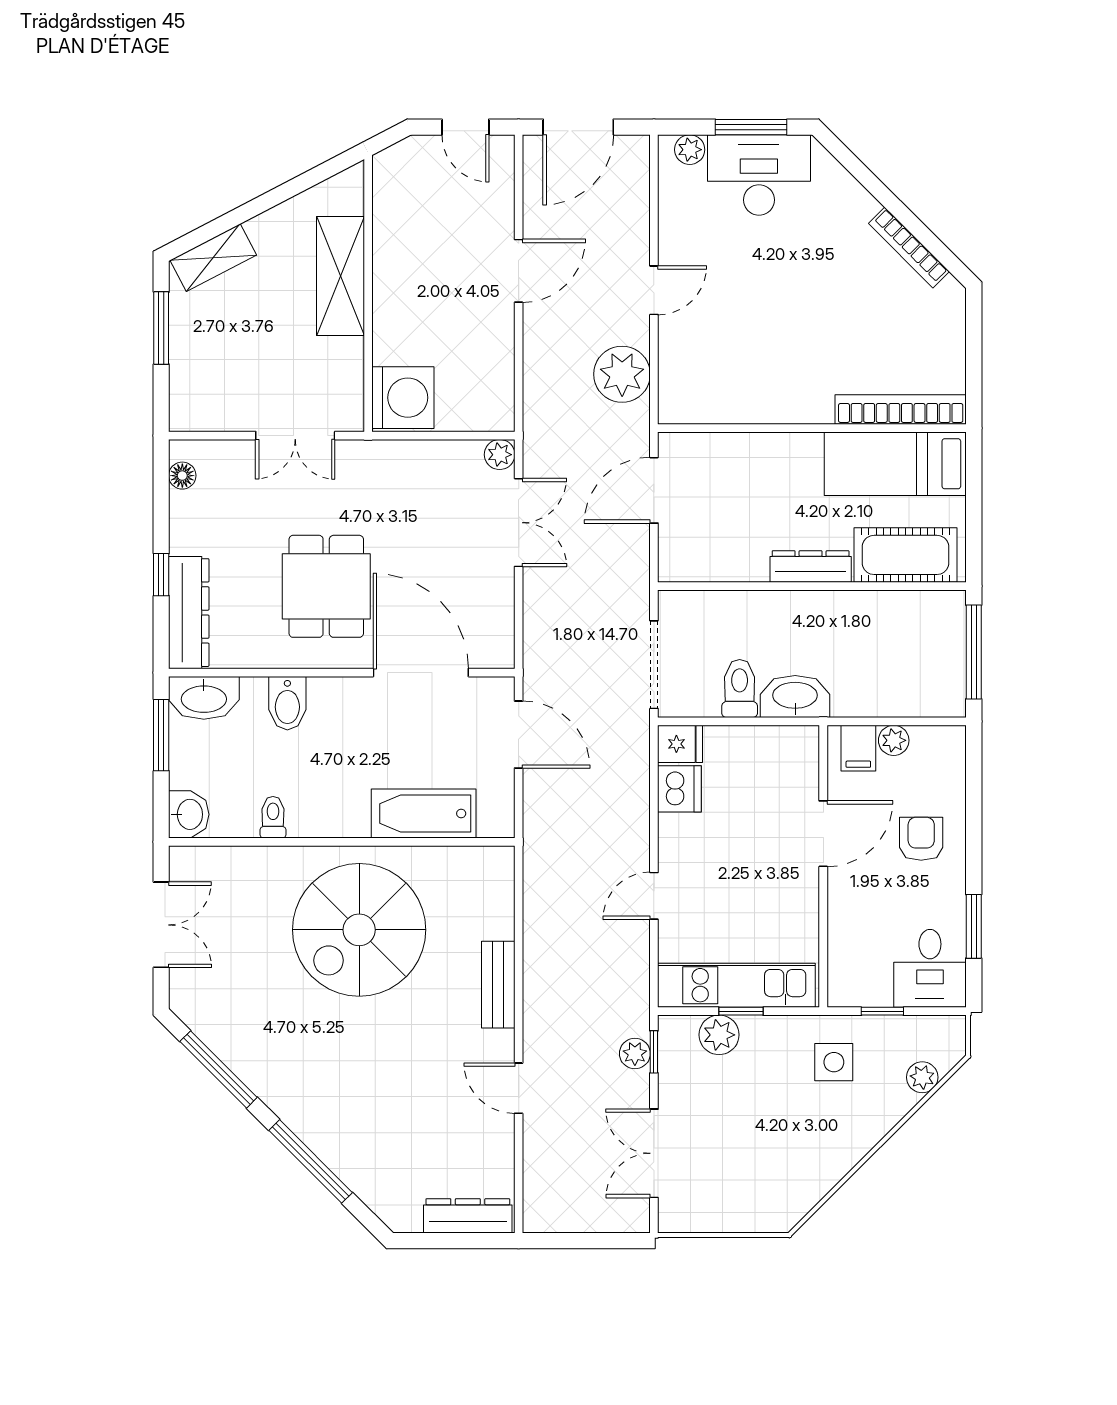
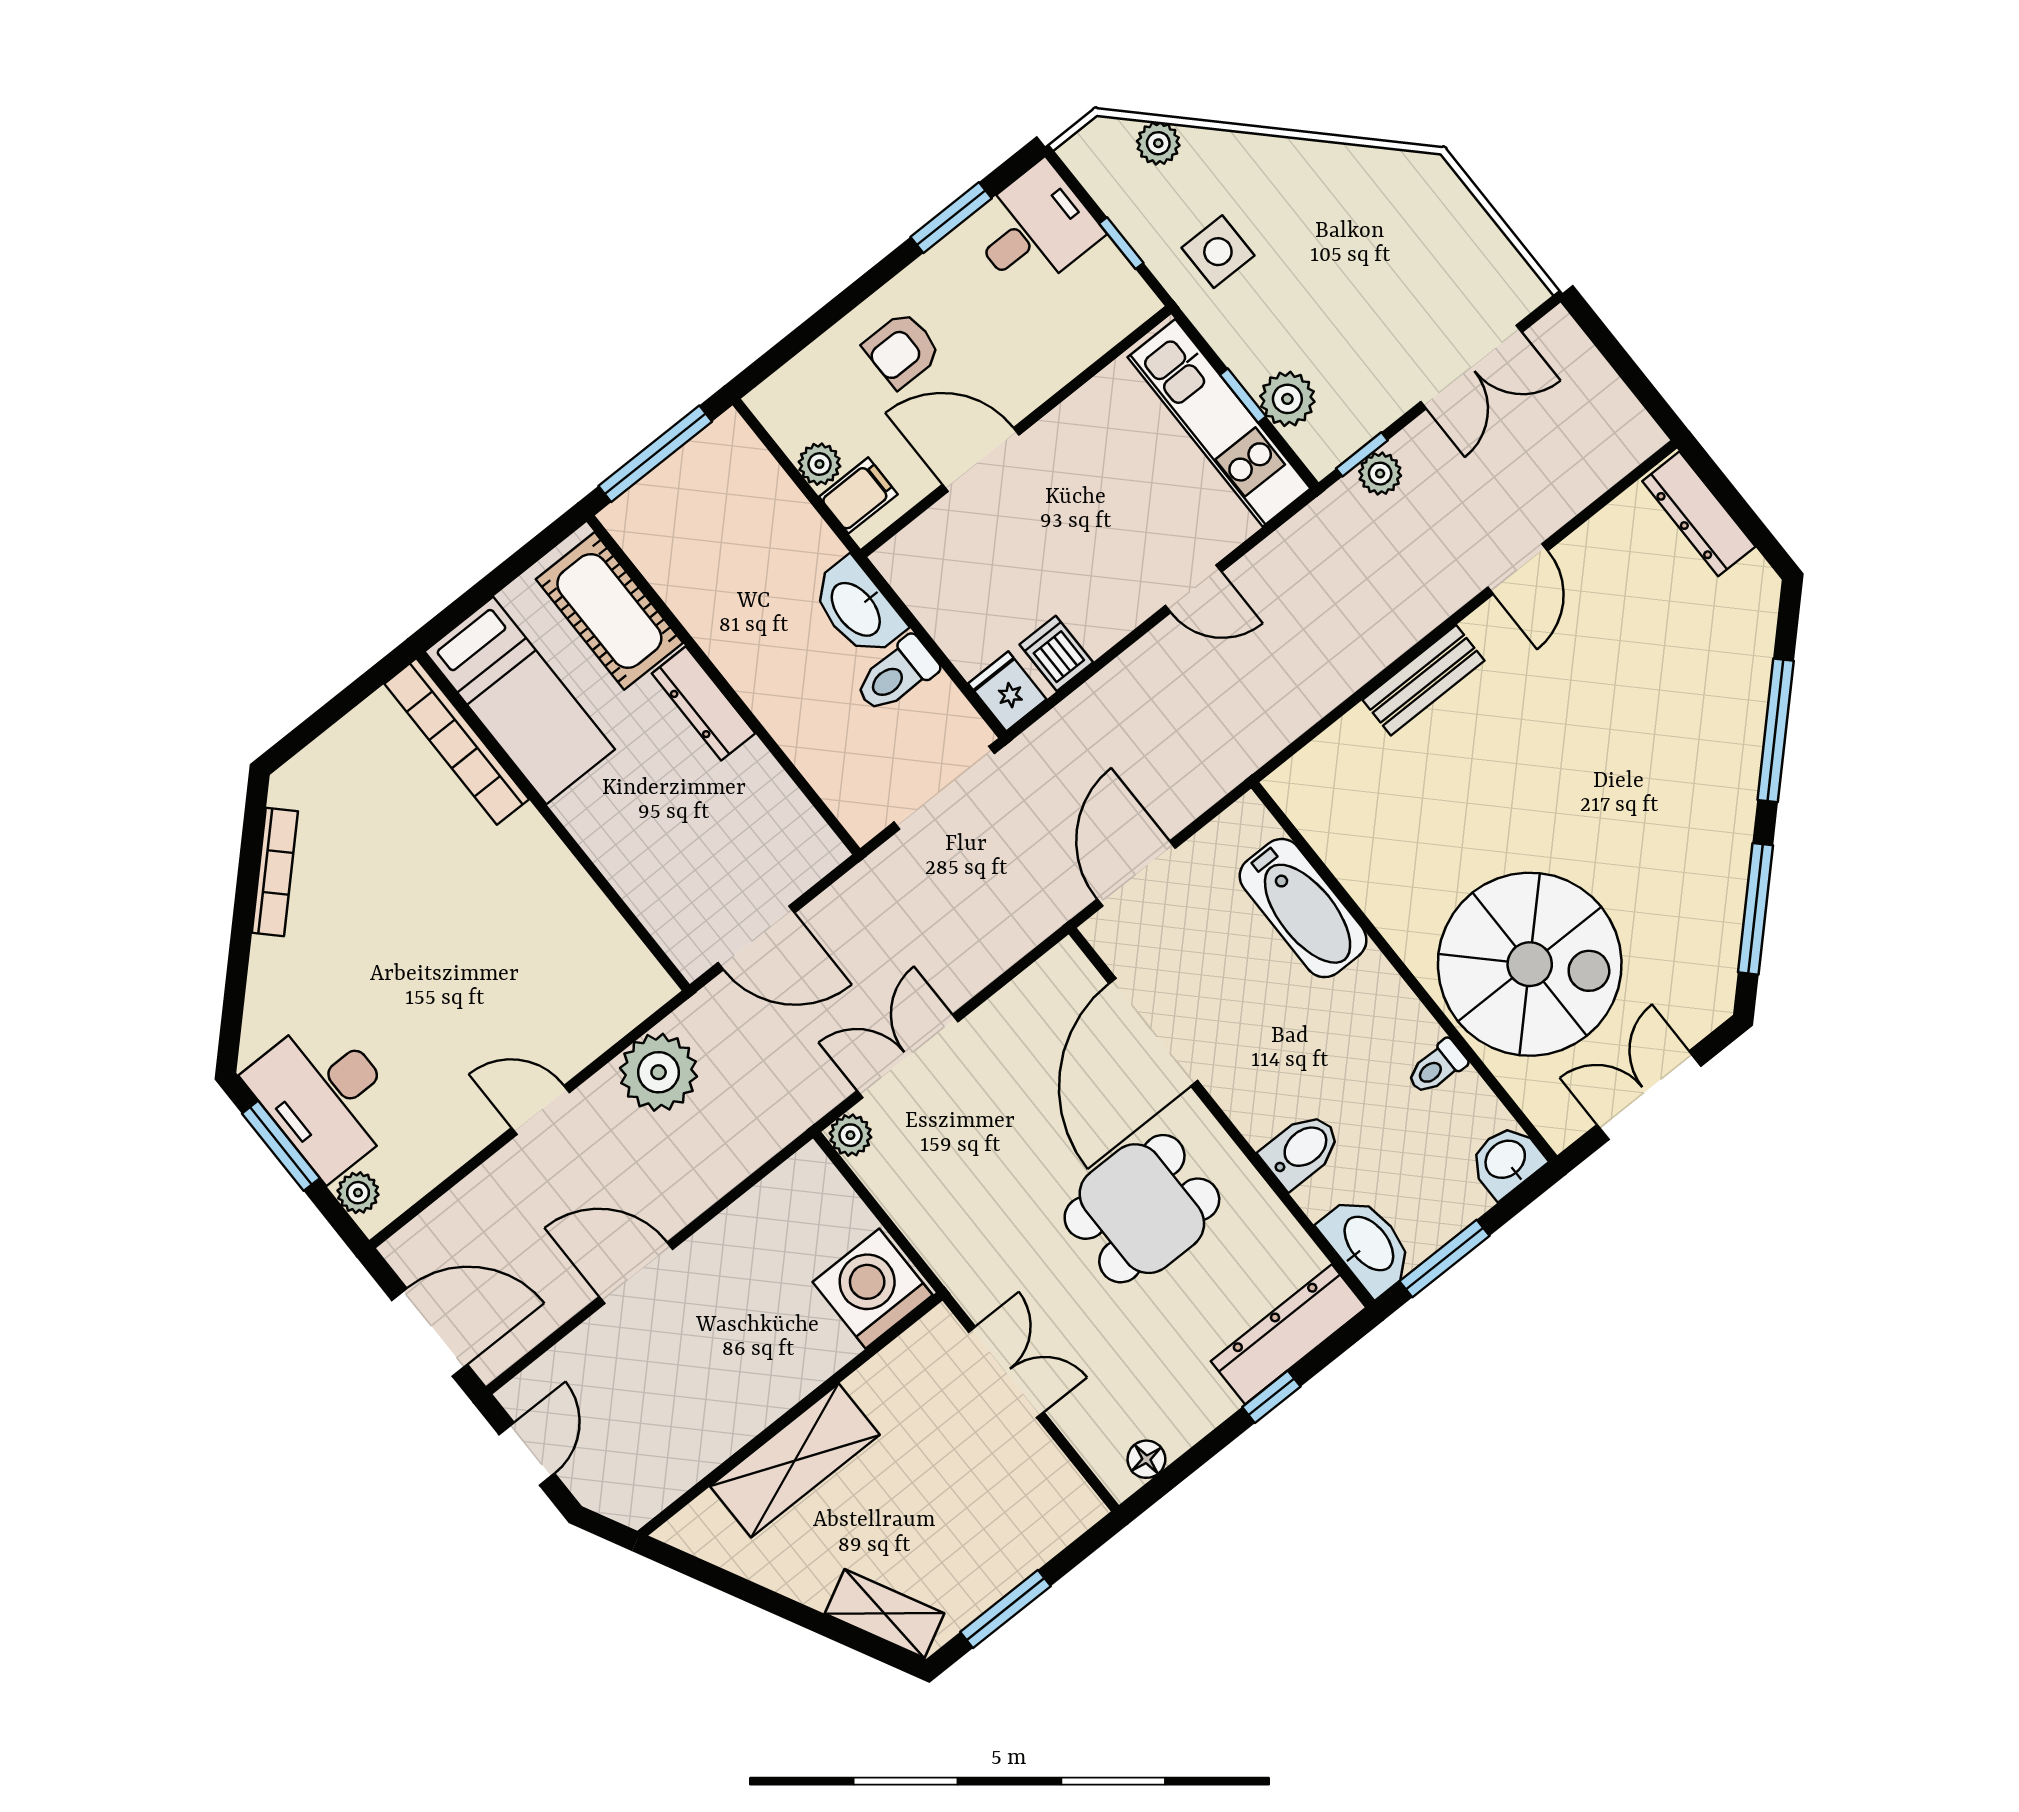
dishwasher: (679, 789) -> (1056, 653), width x0.73
spiral stairs: (359, 930) -> (1530, 964), moved

